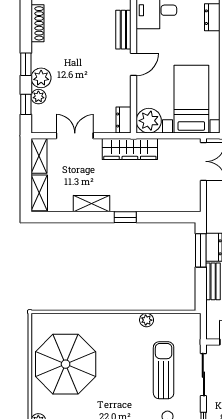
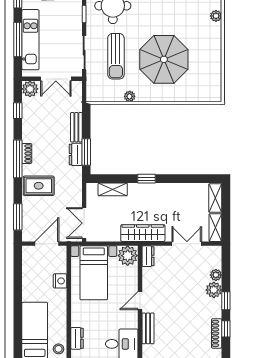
window: (26, 104) -> (226, 329), moved
double door: (75, 136) -> (187, 244), swing flipped
shelving: (91, 204) -> (113, 189), moved
parasol: (66, 364) -> (164, 59), moved

